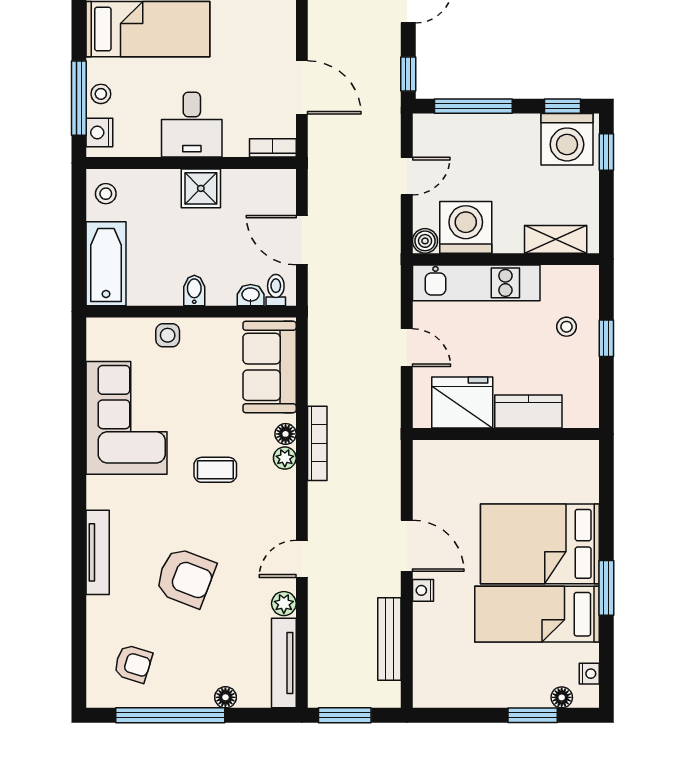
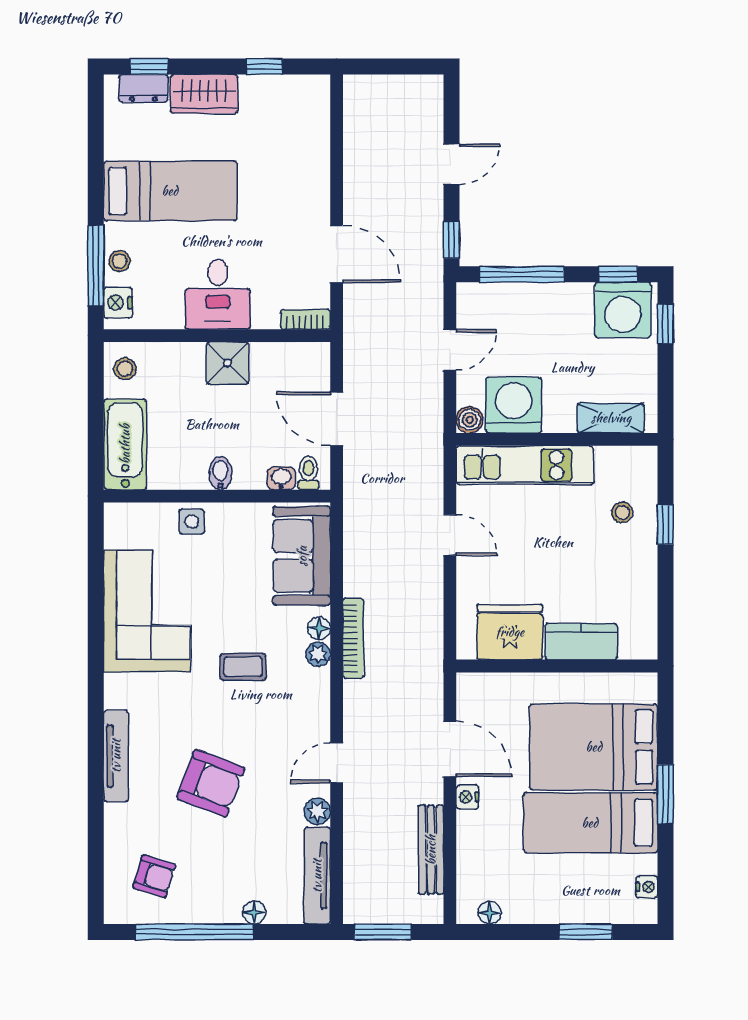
fridge: (462, 403) -> (510, 632), moved
kitchen counter: (528, 411) -> (581, 642), moved
wall: (506, 434) -> (557, 666), moved
floor lamp: (562, 697) -> (490, 913), moved

